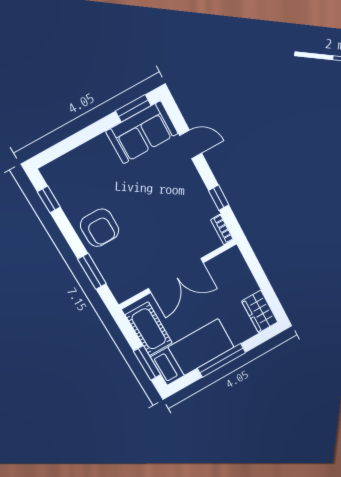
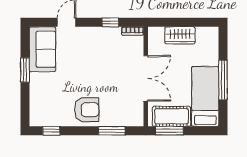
window: (133, 108) -> (25, 70), moved
wardrobe: (260, 312) -> (180, 35), moved
window: (147, 363) -> (169, 131), moved

